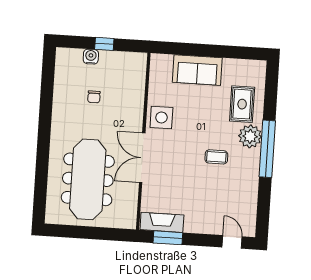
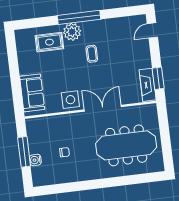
window: (104, 44) -> (24, 152), width x2.17
sofa: (197, 70) -> (32, 93), moved
double door: (142, 158) -> (103, 108), swing flipped

